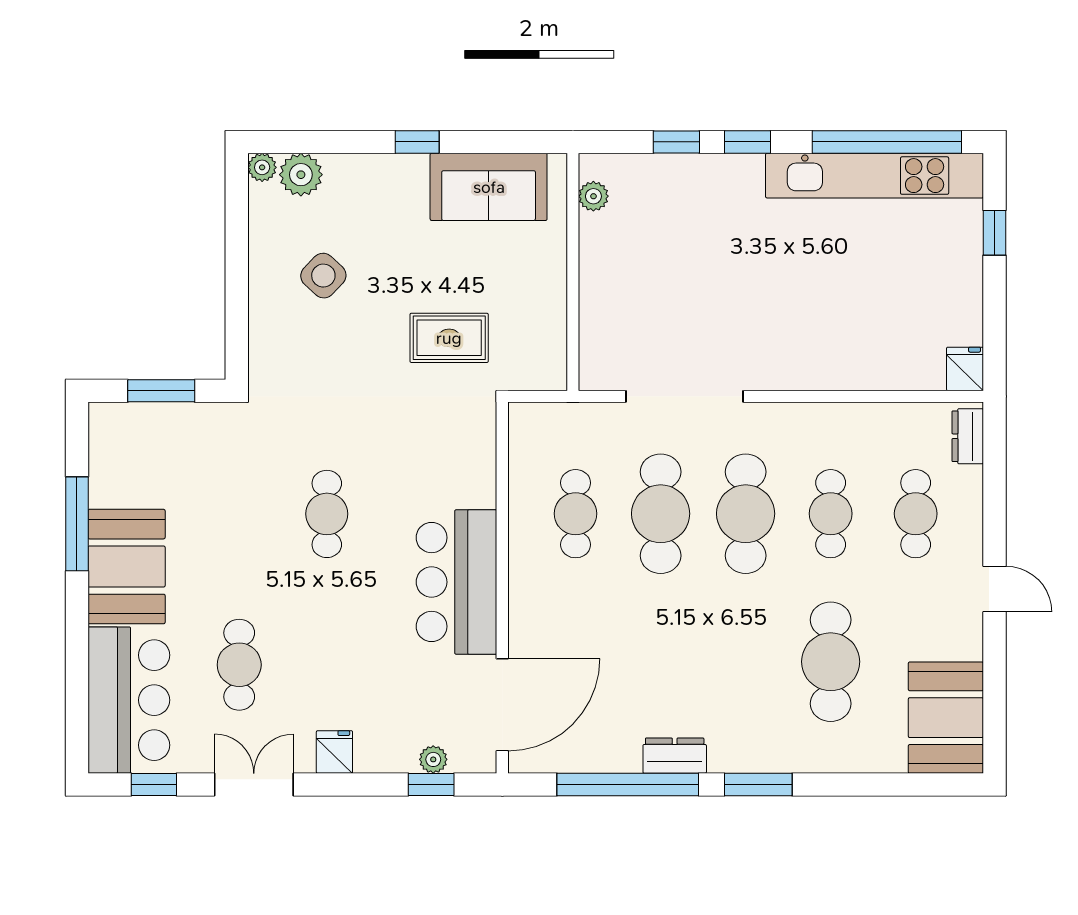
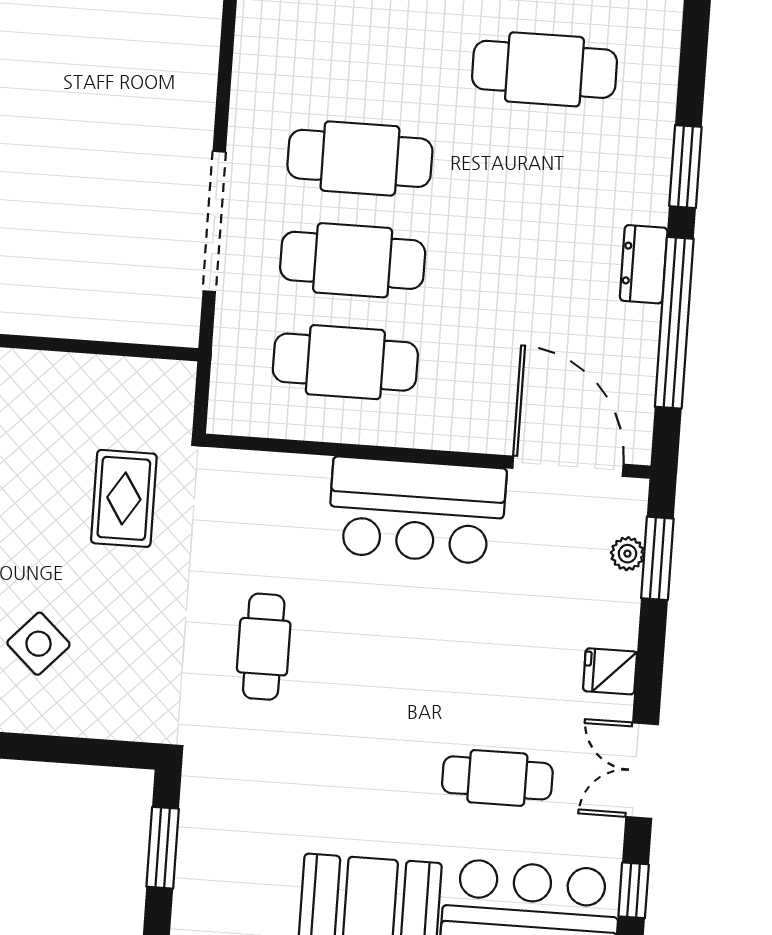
cafe table: (327, 514) -> (264, 647), moved, turned 90
cafe table: (576, 514) -> (345, 362), width x1.37, depth x1.35
cafe table: (831, 514) -> (367, 57), removed
window: (431, 785) -> (657, 558), width x1.50

